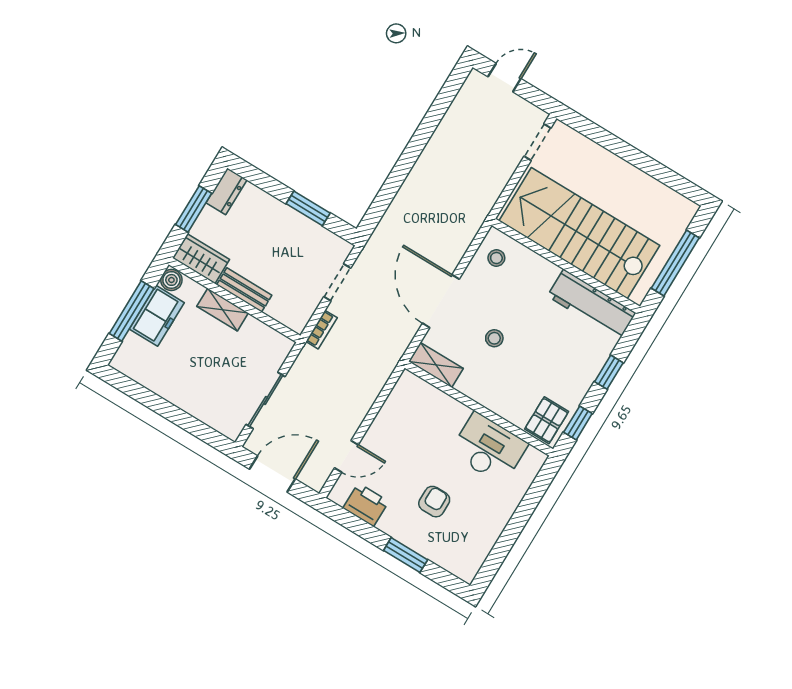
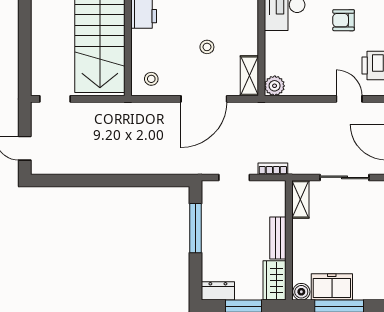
window: (308, 208) -> (196, 228), width x1.44
shelving: (223, 310) -> (300, 199), moved
plant: (409, 385) -> (275, 86), added

